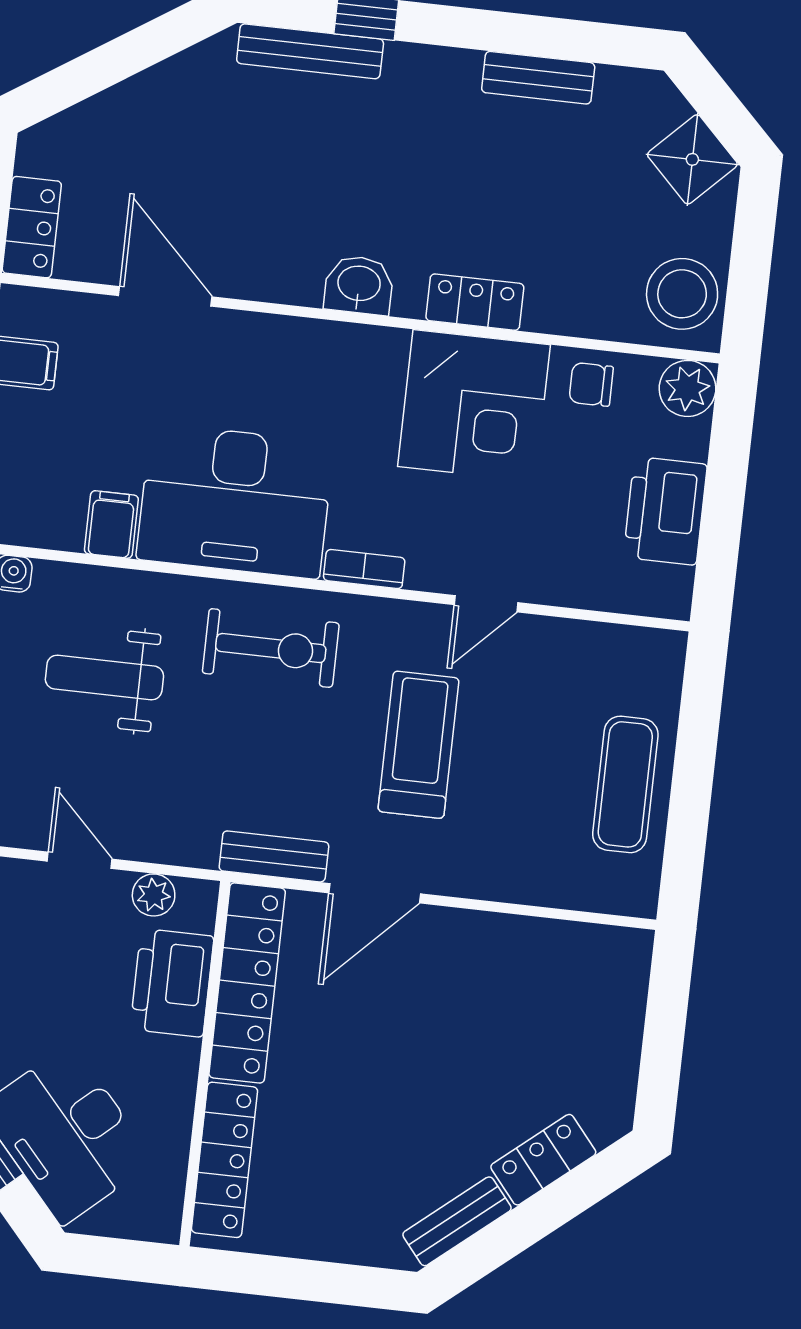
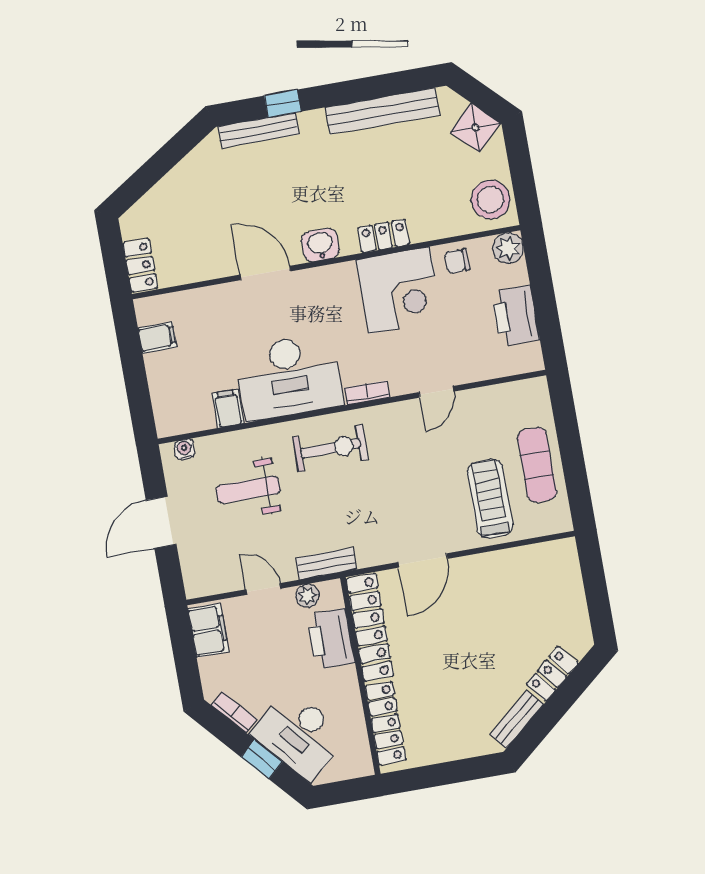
bench: (538, 78) -> (382, 111), width x1.86, depth x1.21
door: (165, 296) -> (265, 273), moved
treadmill: (419, 745) -> (490, 499), moved
bench: (274, 856) -> (326, 564), moved

